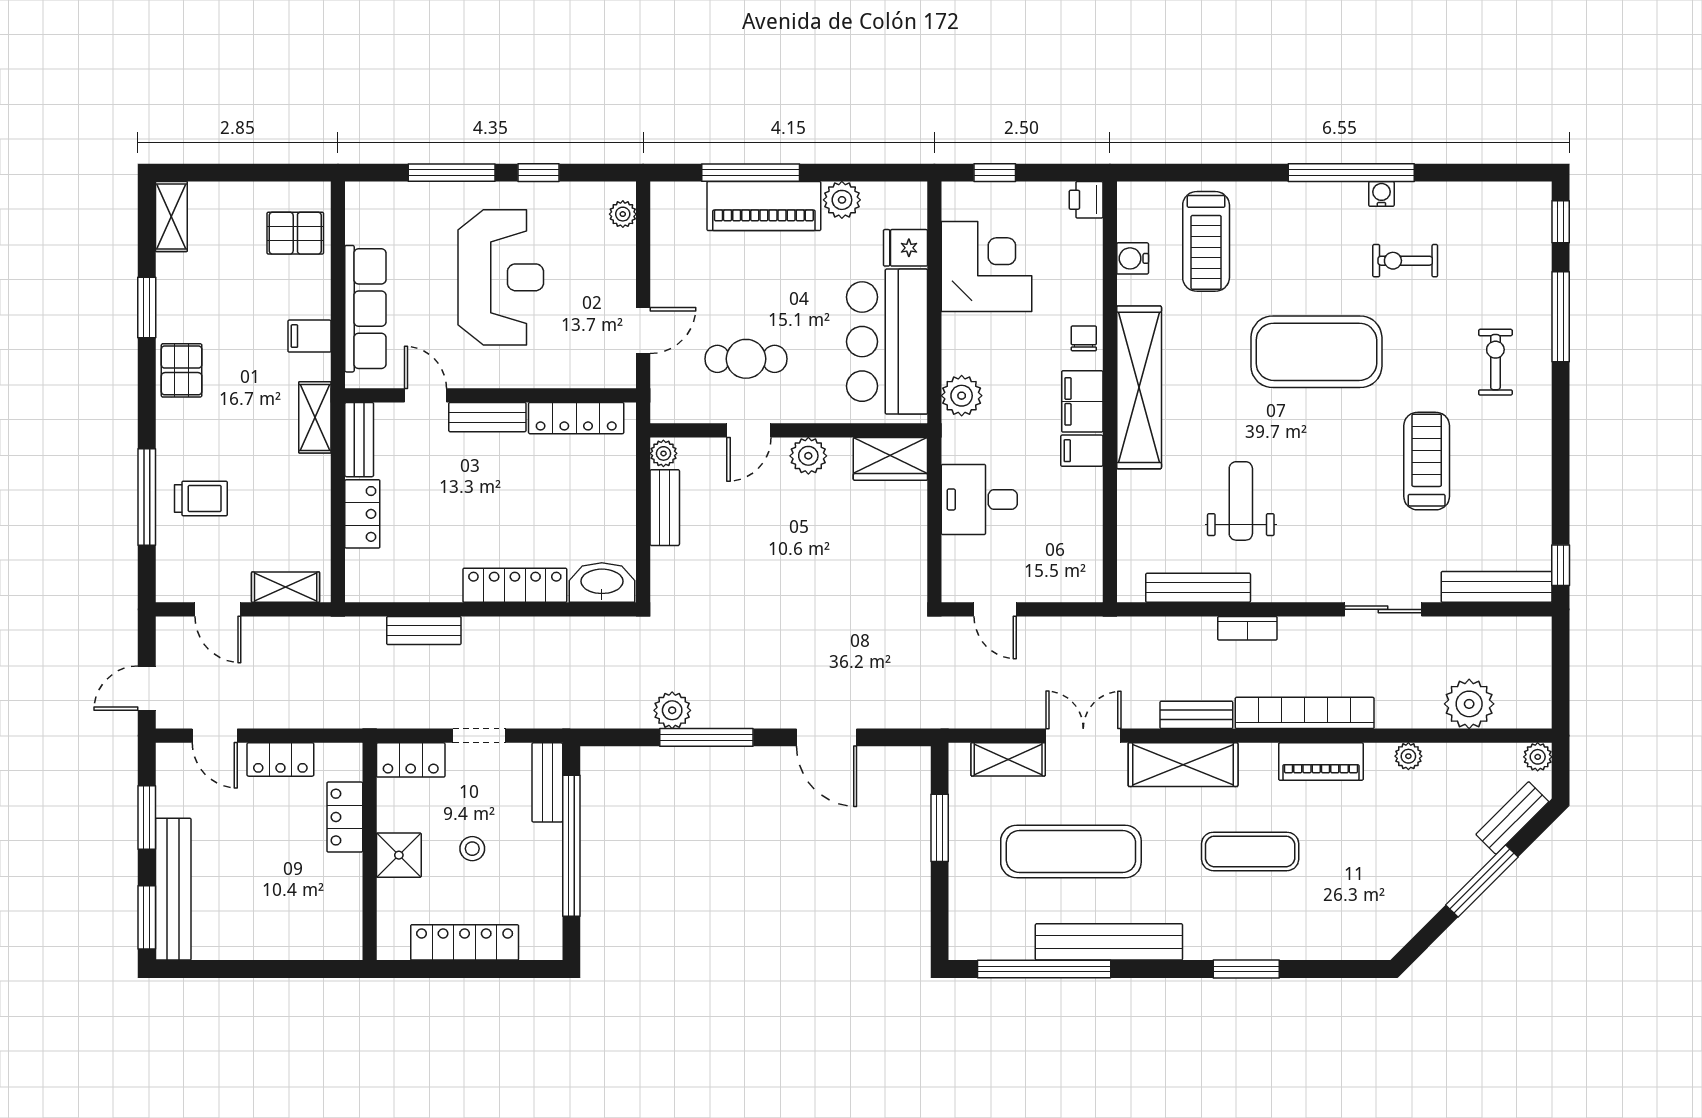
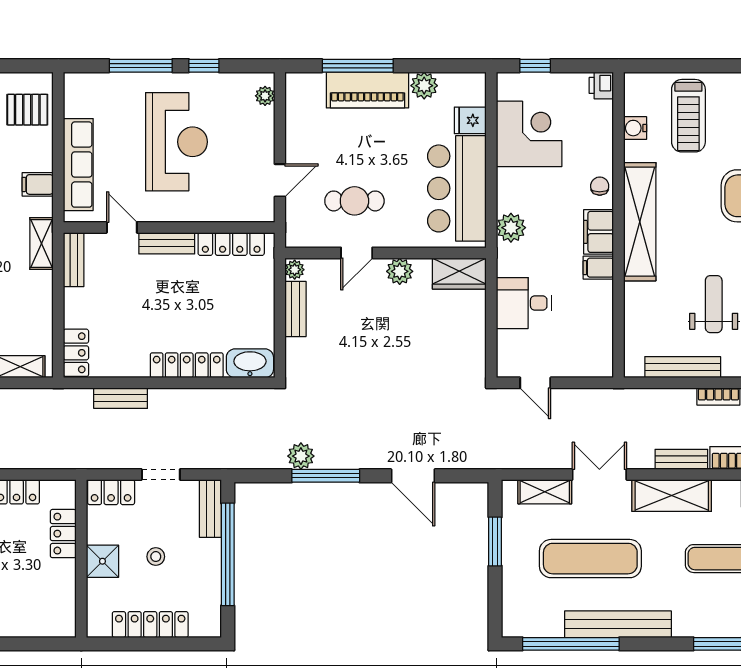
locker: (362, 514) -> (76, 353), moved

